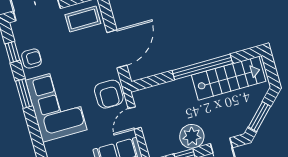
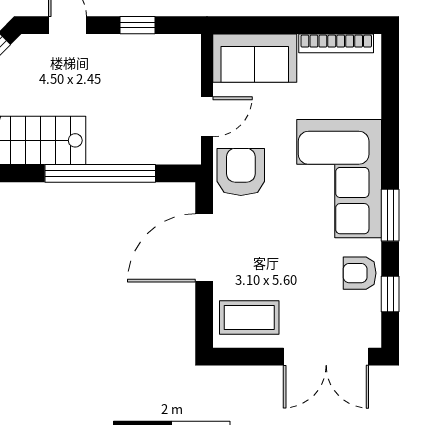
window: (202, 67) -> (100, 173), moved
plant: (192, 136) -> (115, 56), removed

